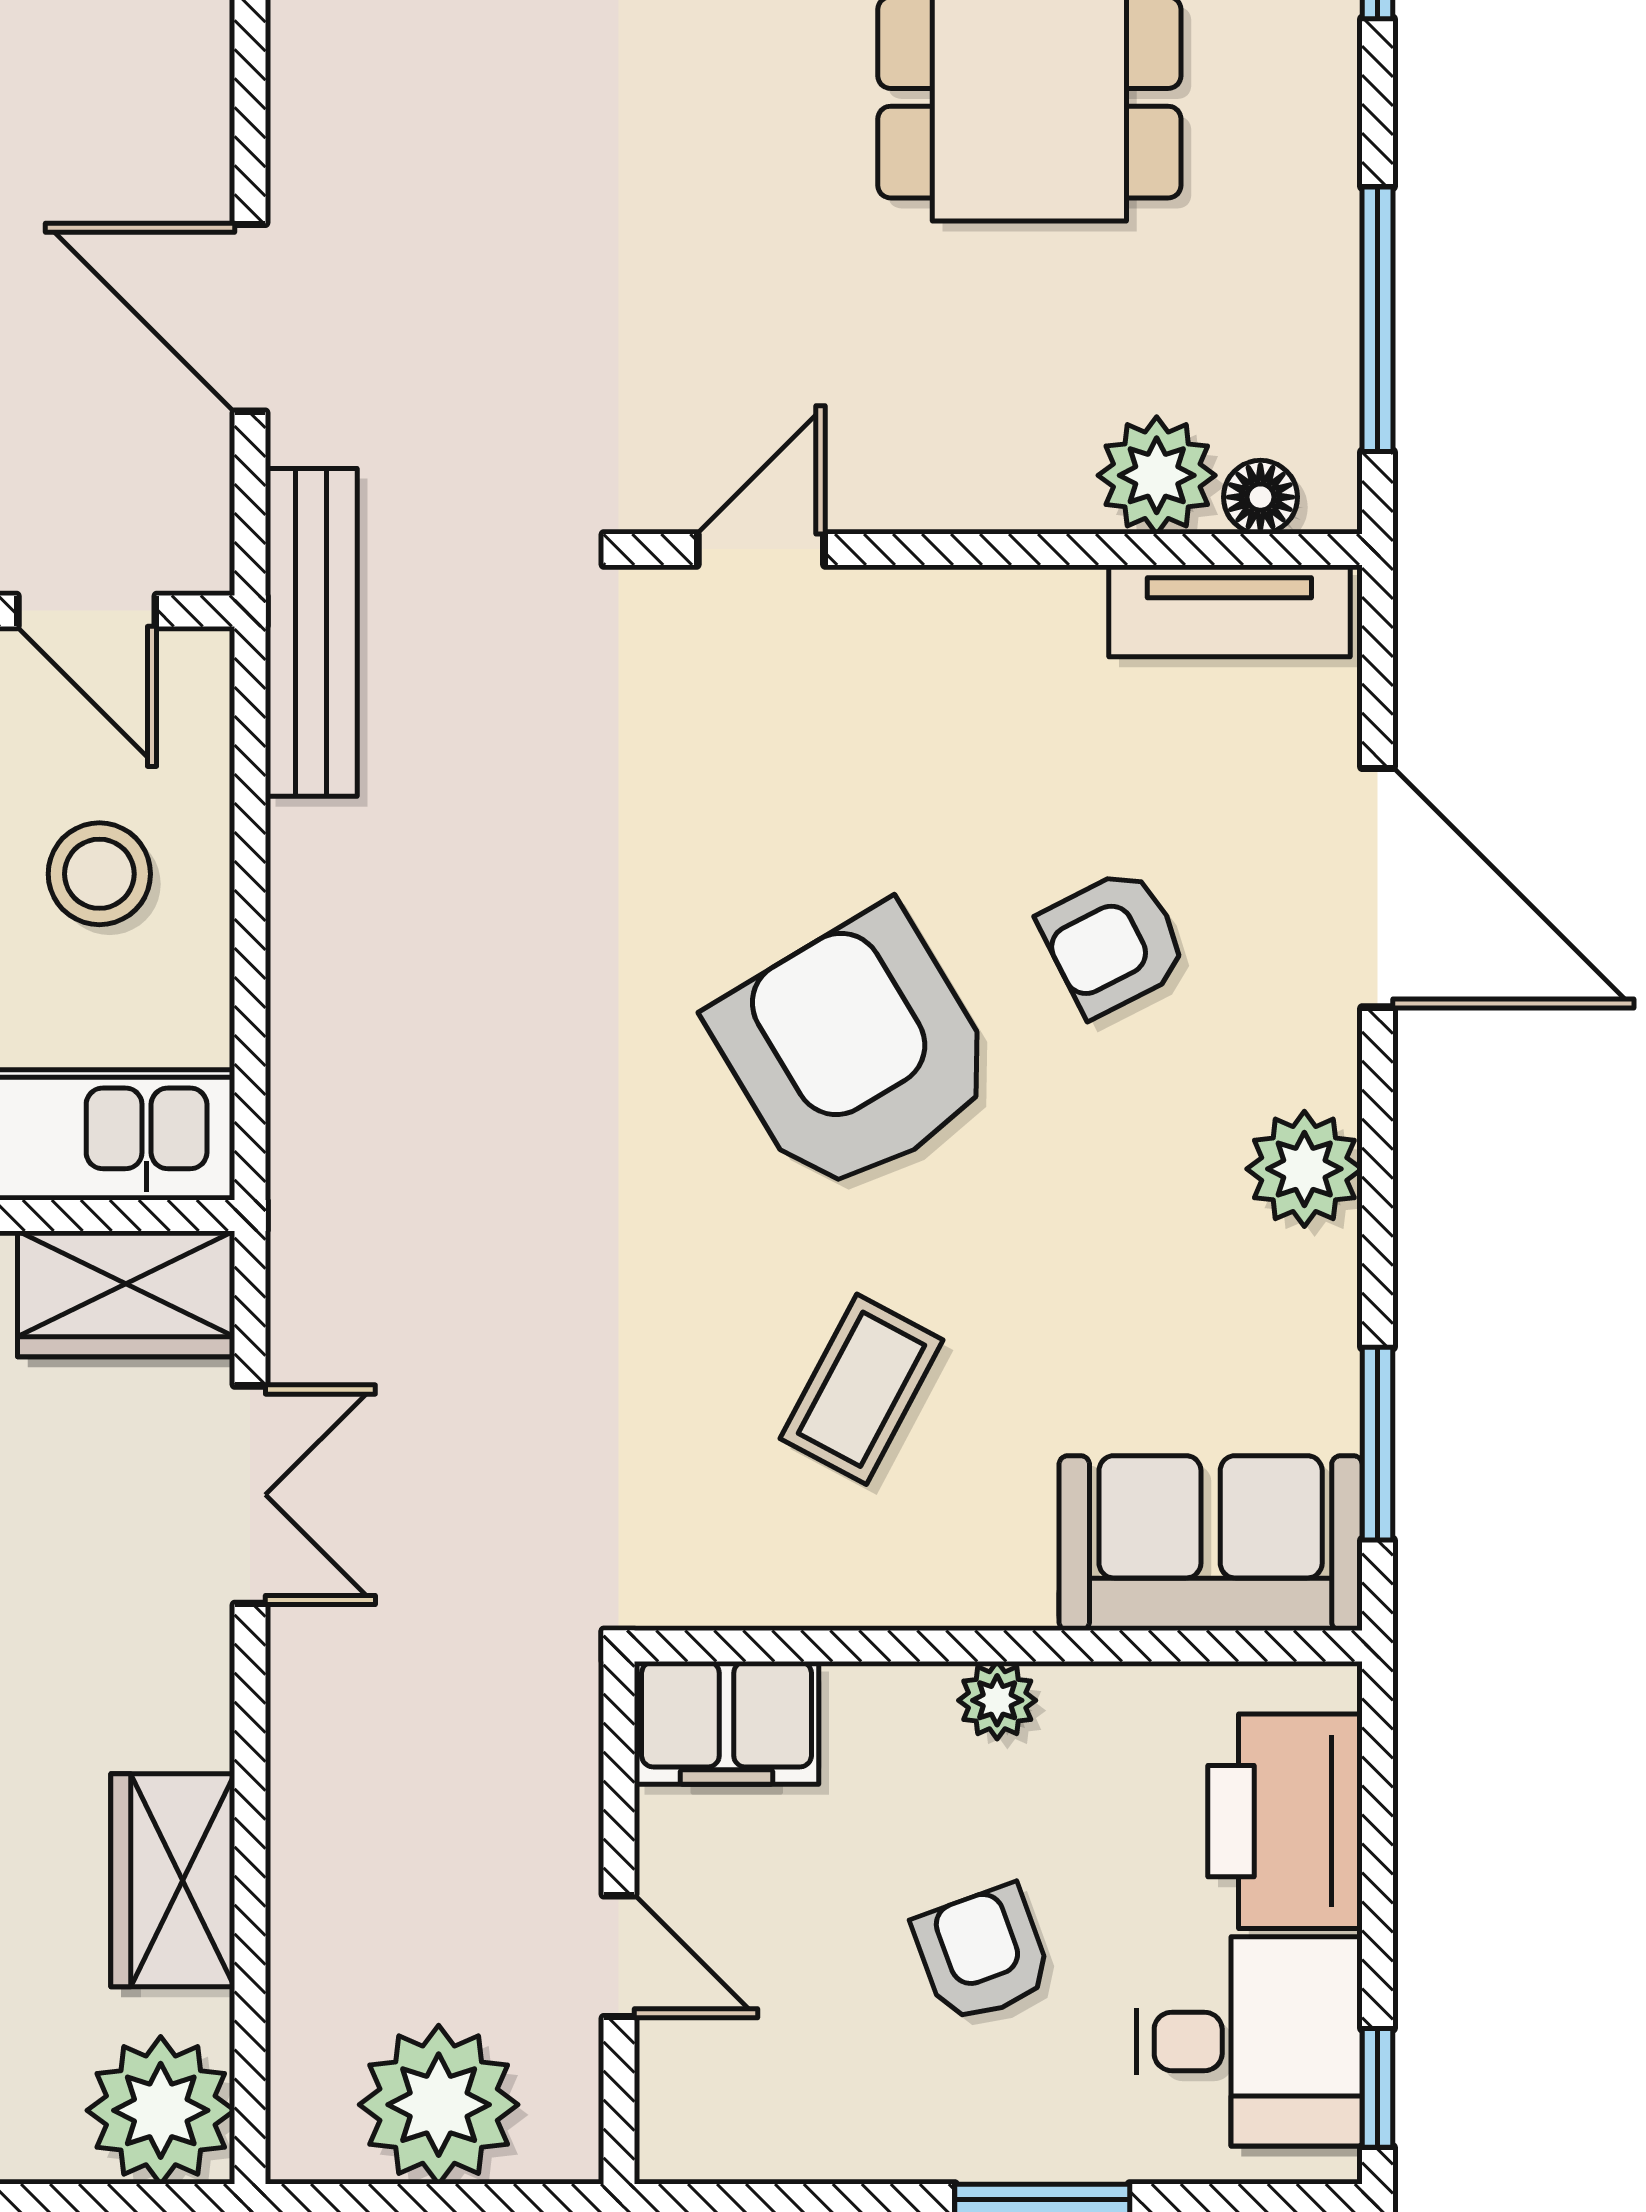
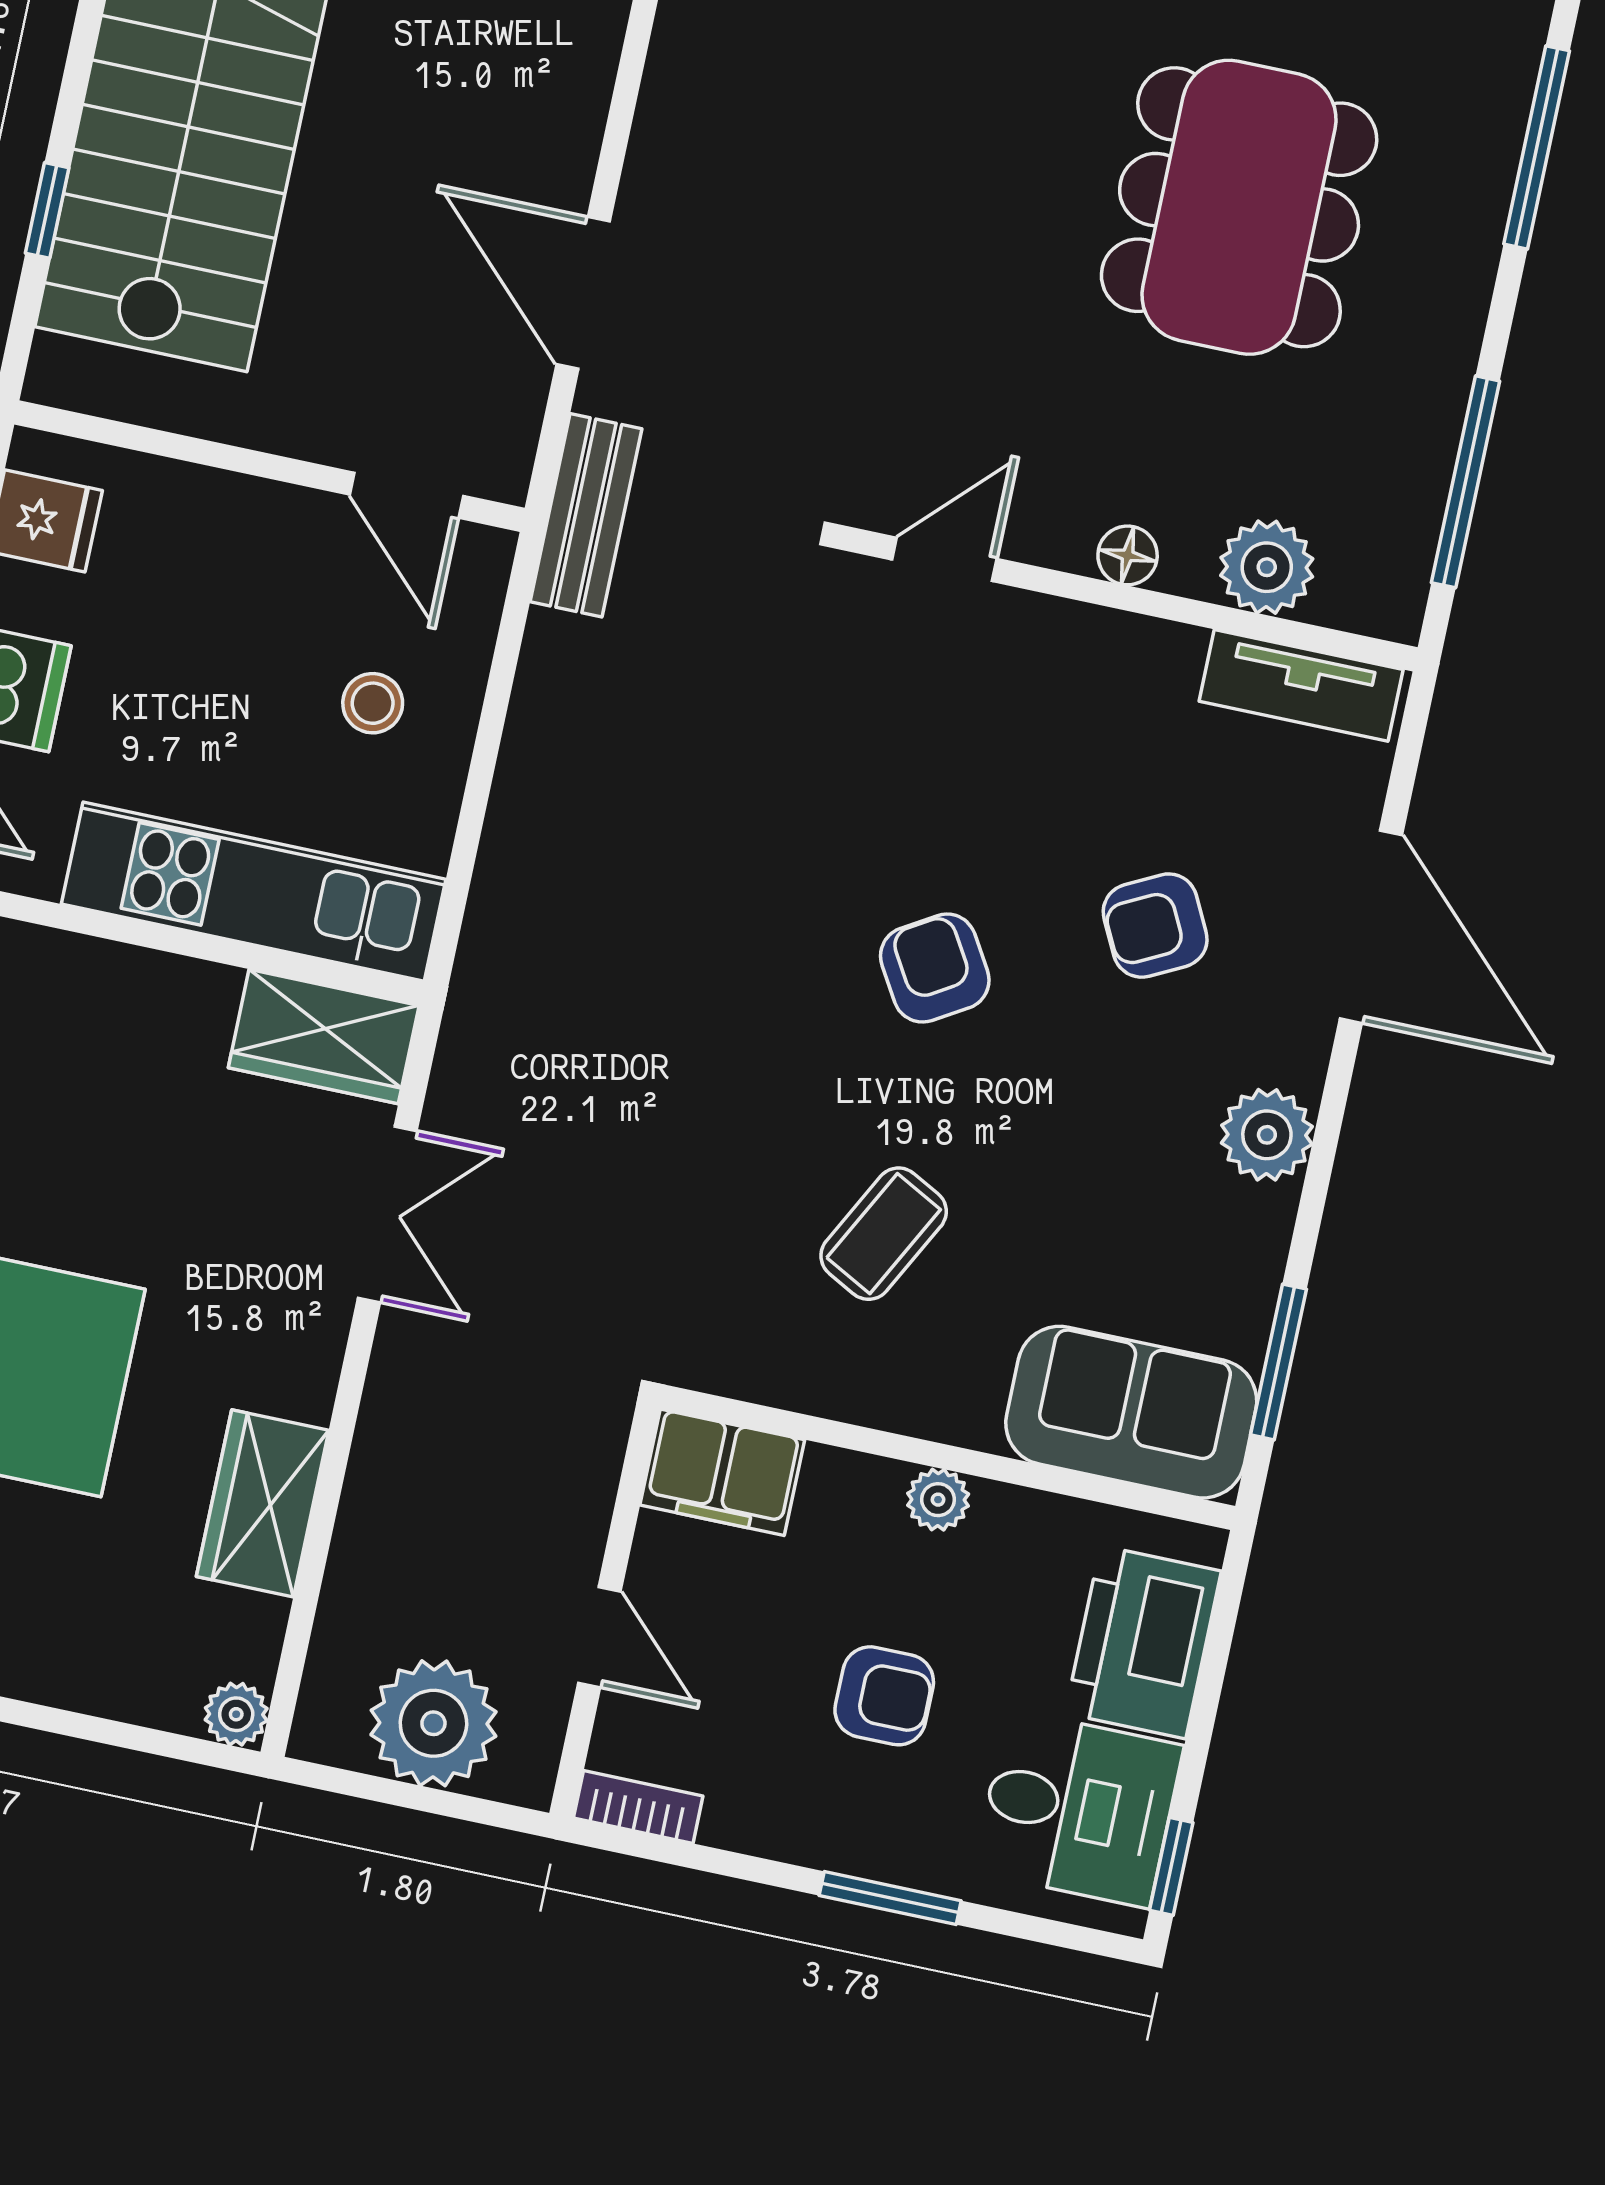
floor lamp: (1260, 497) -> (1128, 555), moved
bench: (311, 632) -> (586, 515), width x0.73
stool: (99, 874) -> (373, 703), width x0.73, depth x0.73
armchair: (855, 1051) -> (935, 968), width x0.53, depth x0.53
armchair: (982, 1954) -> (884, 1696), turned 110
plant: (161, 2110) -> (236, 1714), width x0.53, depth x0.53
bookcase: (711, 2154) -> (638, 1807), added

